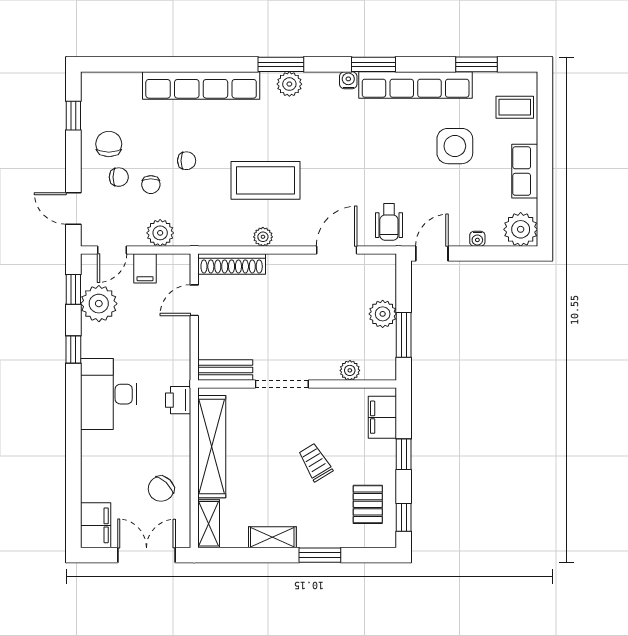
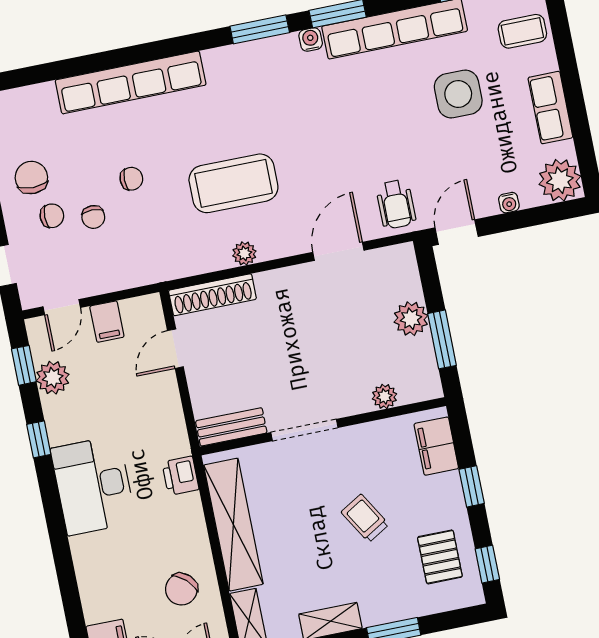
window: (281, 64) -> (260, 29), moved
plant: (289, 84) -> (239, 59), removed
plant: (160, 233) -> (117, 274), removed
plant: (99, 304) -> (53, 378), width x0.73, depth x0.73

